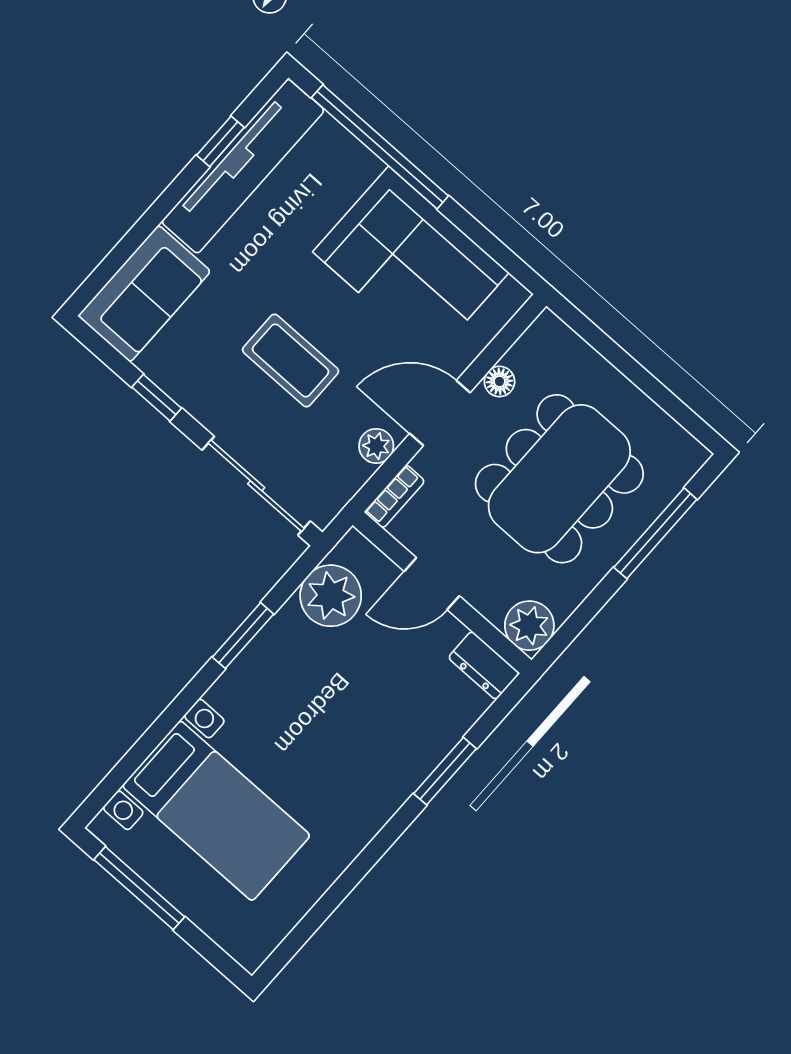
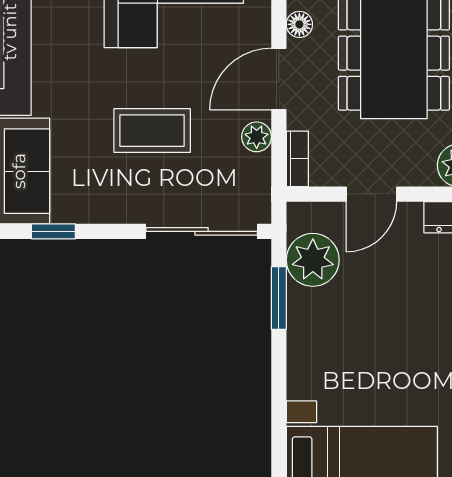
window: (157, 398) -> (53, 231), moved
window: (243, 636) -> (279, 298), moved

